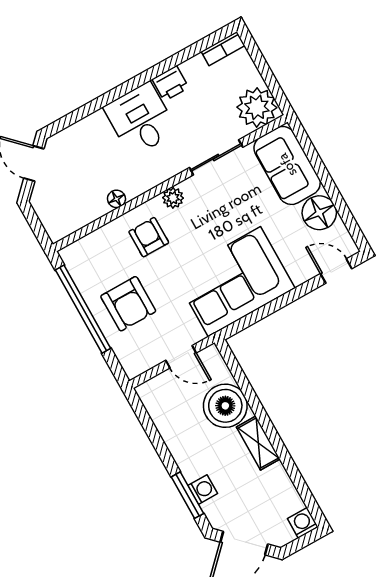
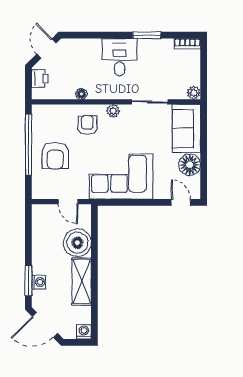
window: (161, 68) -> (147, 35), added
printer: (170, 83) -> (40, 78), moved, turned -90
plant: (257, 107) -> (194, 93), width x0.53, depth x0.53
shelving: (258, 443) -> (82, 282), width x1.50, depth x1.33

